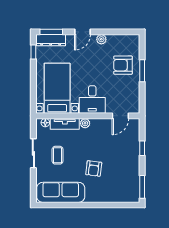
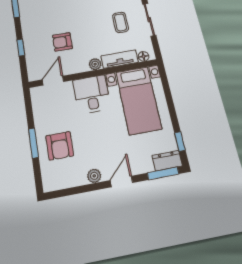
dresser: (51, 40) -> (167, 161), width x0.70
armchair: (123, 65) -> (60, 146), turned 90
armchair: (94, 168) -> (62, 42), moved, turned -97

